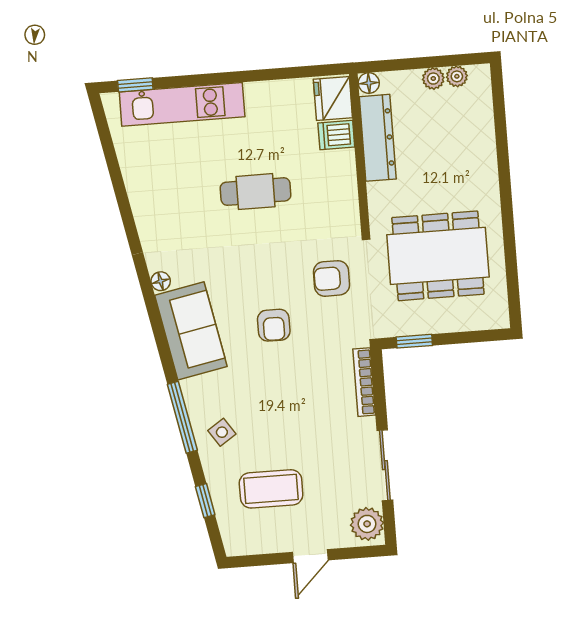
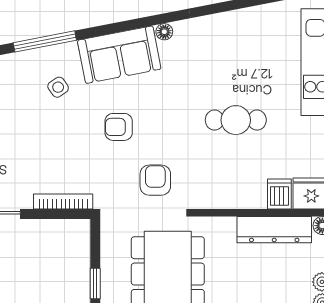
cafe table: (256, 192) -> (236, 120), turned 90
window: (414, 341) -> (95, 283), moved
side table: (222, 432) -> (58, 87), moved

